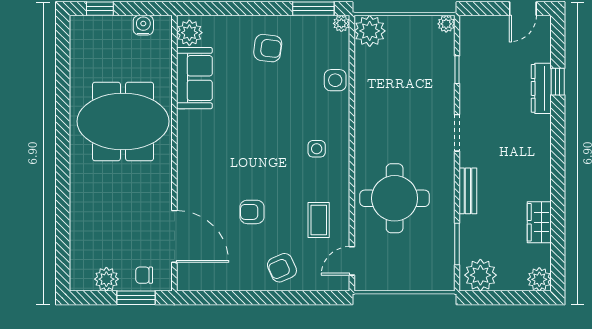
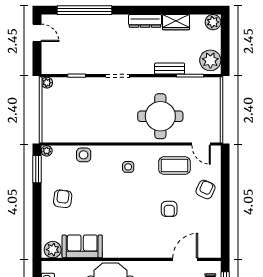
plant: (370, 31) -> (52, 132), removed
window: (558, 82) -> (84, 10), width x3.17
dresser: (541, 88) -> (145, 21), moved
bench: (468, 191) -> (170, 69), moved
coffee table: (319, 220) -> (175, 166), width x1.36, depth x1.30
door: (174, 236) -> (185, 259), width x0.73
armchair: (282, 268) -> (206, 189), turned -131

